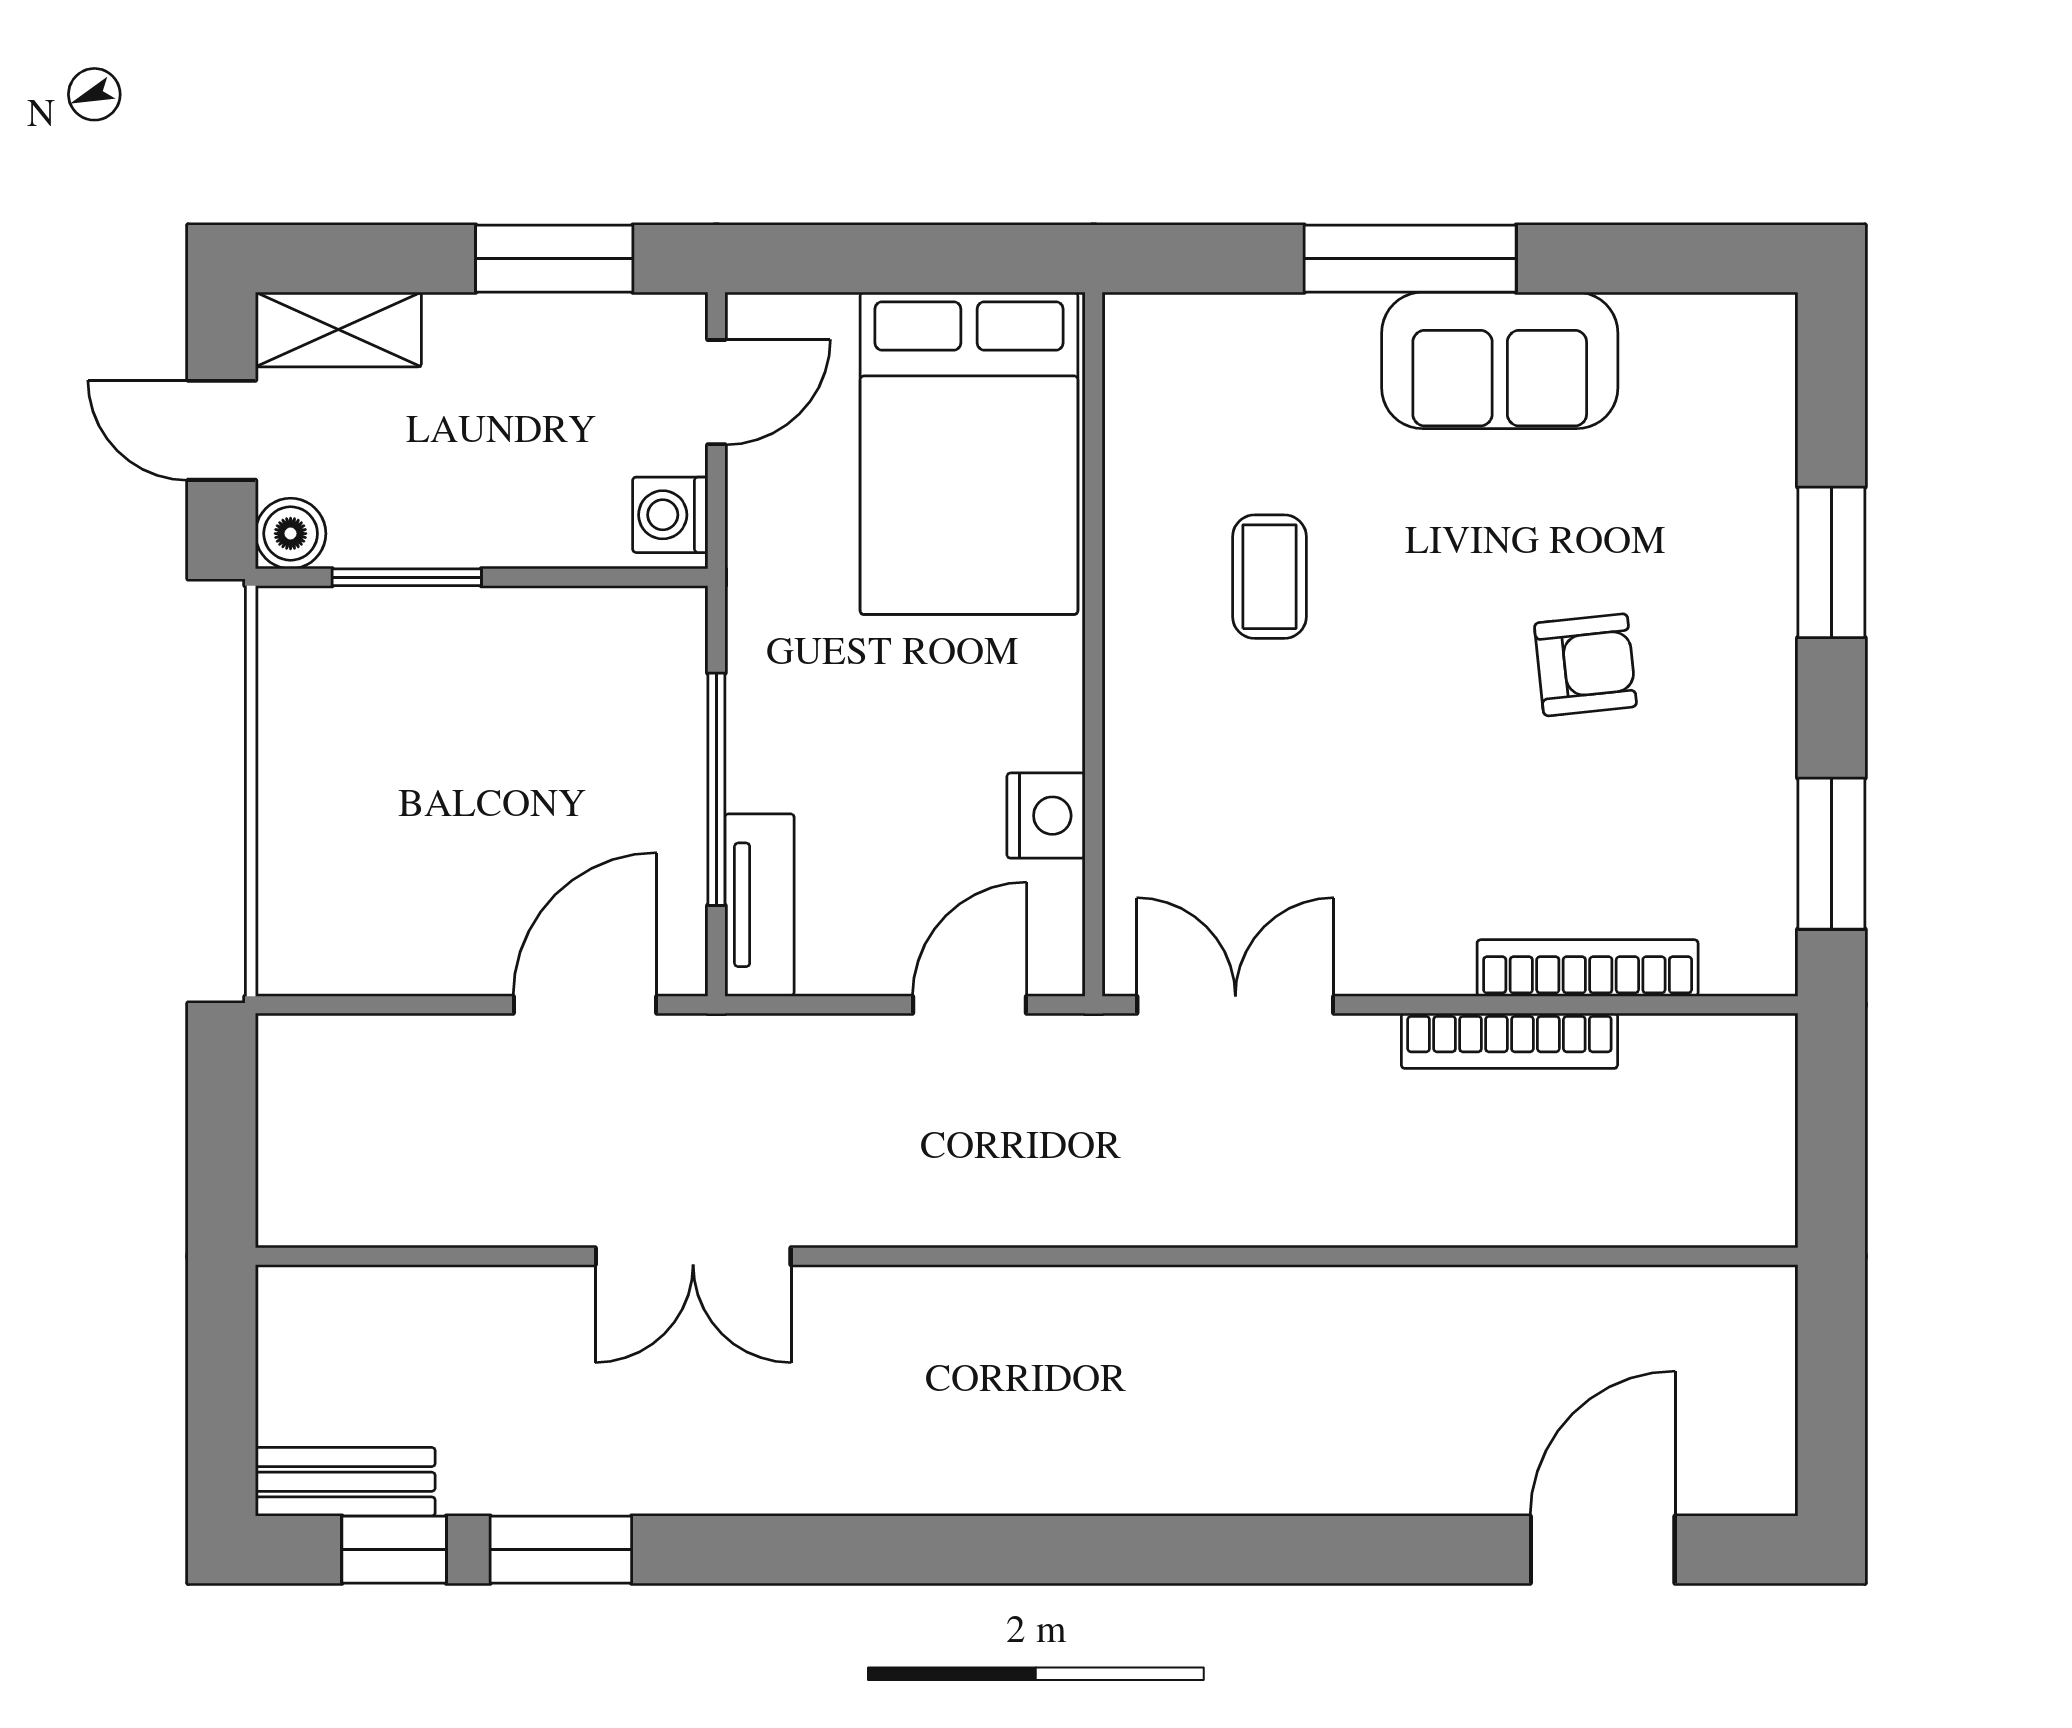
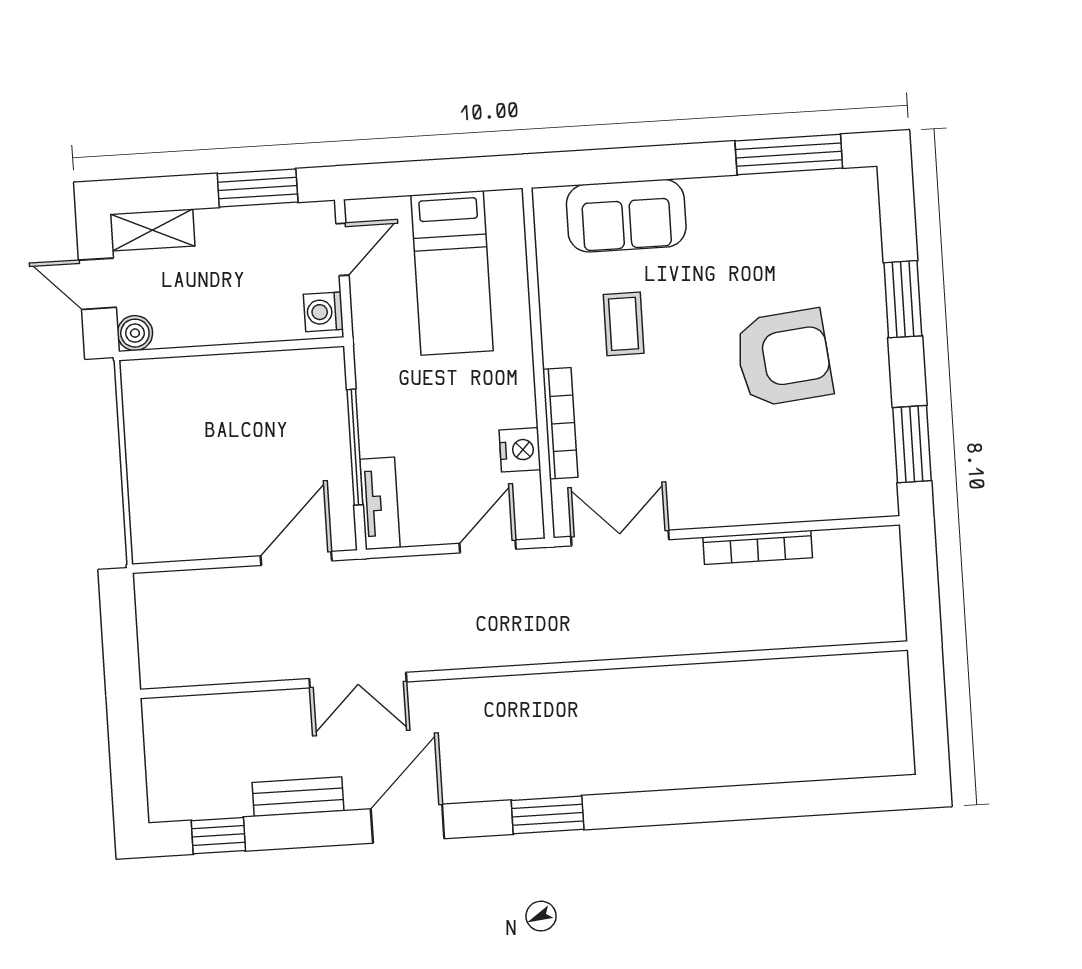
window: (1410, 259) -> (789, 155), moved
sofa: (1500, 360) -> (626, 216), moved
bed: (969, 453) -> (452, 273), width x0.67
window: (407, 577) -> (194, 351), removed
armchair: (1585, 665) -> (784, 358), width x1.88, depth x1.88
bookcase: (1588, 968) -> (560, 423), moved, turned 90
bench: (345, 1482) -> (298, 797), moved
window: (561, 1550) -> (548, 815), moved
door: (1603, 1550) -> (408, 824), moved

